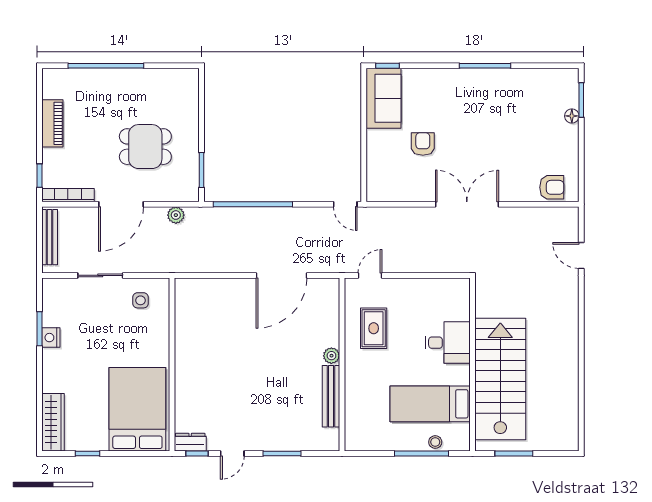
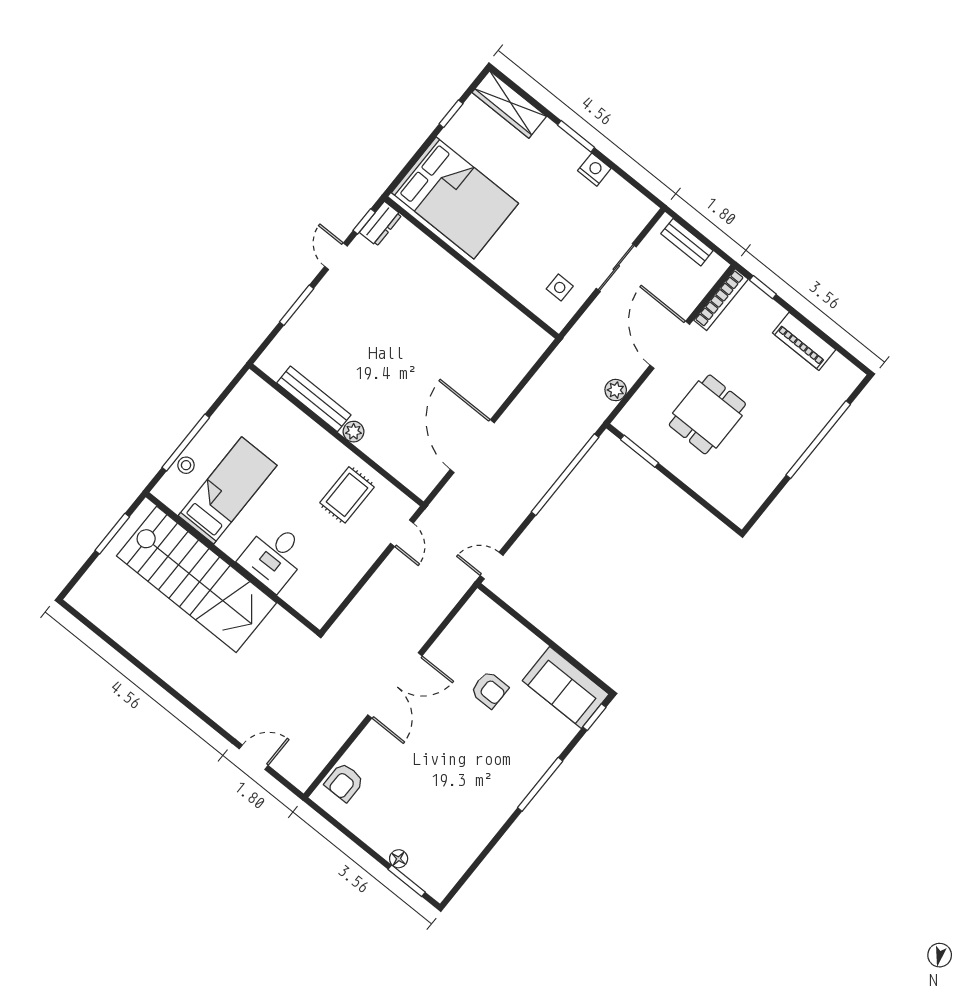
window: (485, 66) -> (540, 784), moved
bench: (50, 237) -> (687, 242), width x0.73
rug: (374, 328) -> (347, 495), turned 90
window: (39, 329) -> (576, 136), moved

